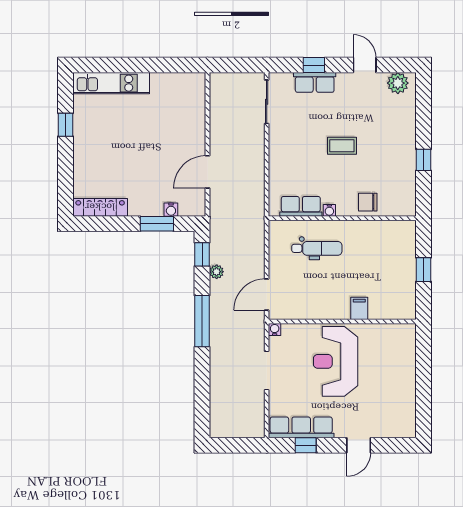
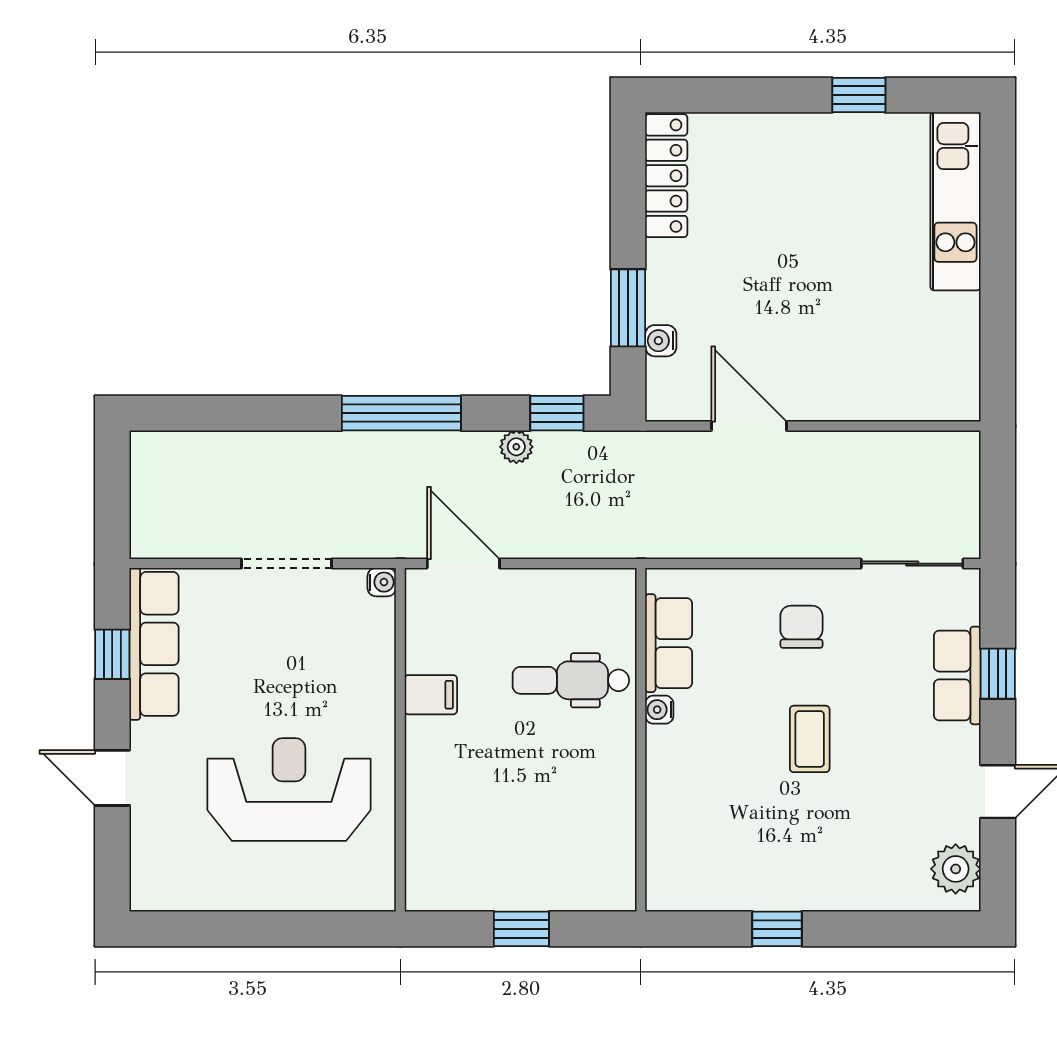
chair: (368, 202) -> (801, 627), moved
dental chair: (317, 248) -> (571, 680), turned 90
filing cabinet: (359, 308) -> (431, 695), moved
reception desk: (336, 361) -> (289, 790), moved

